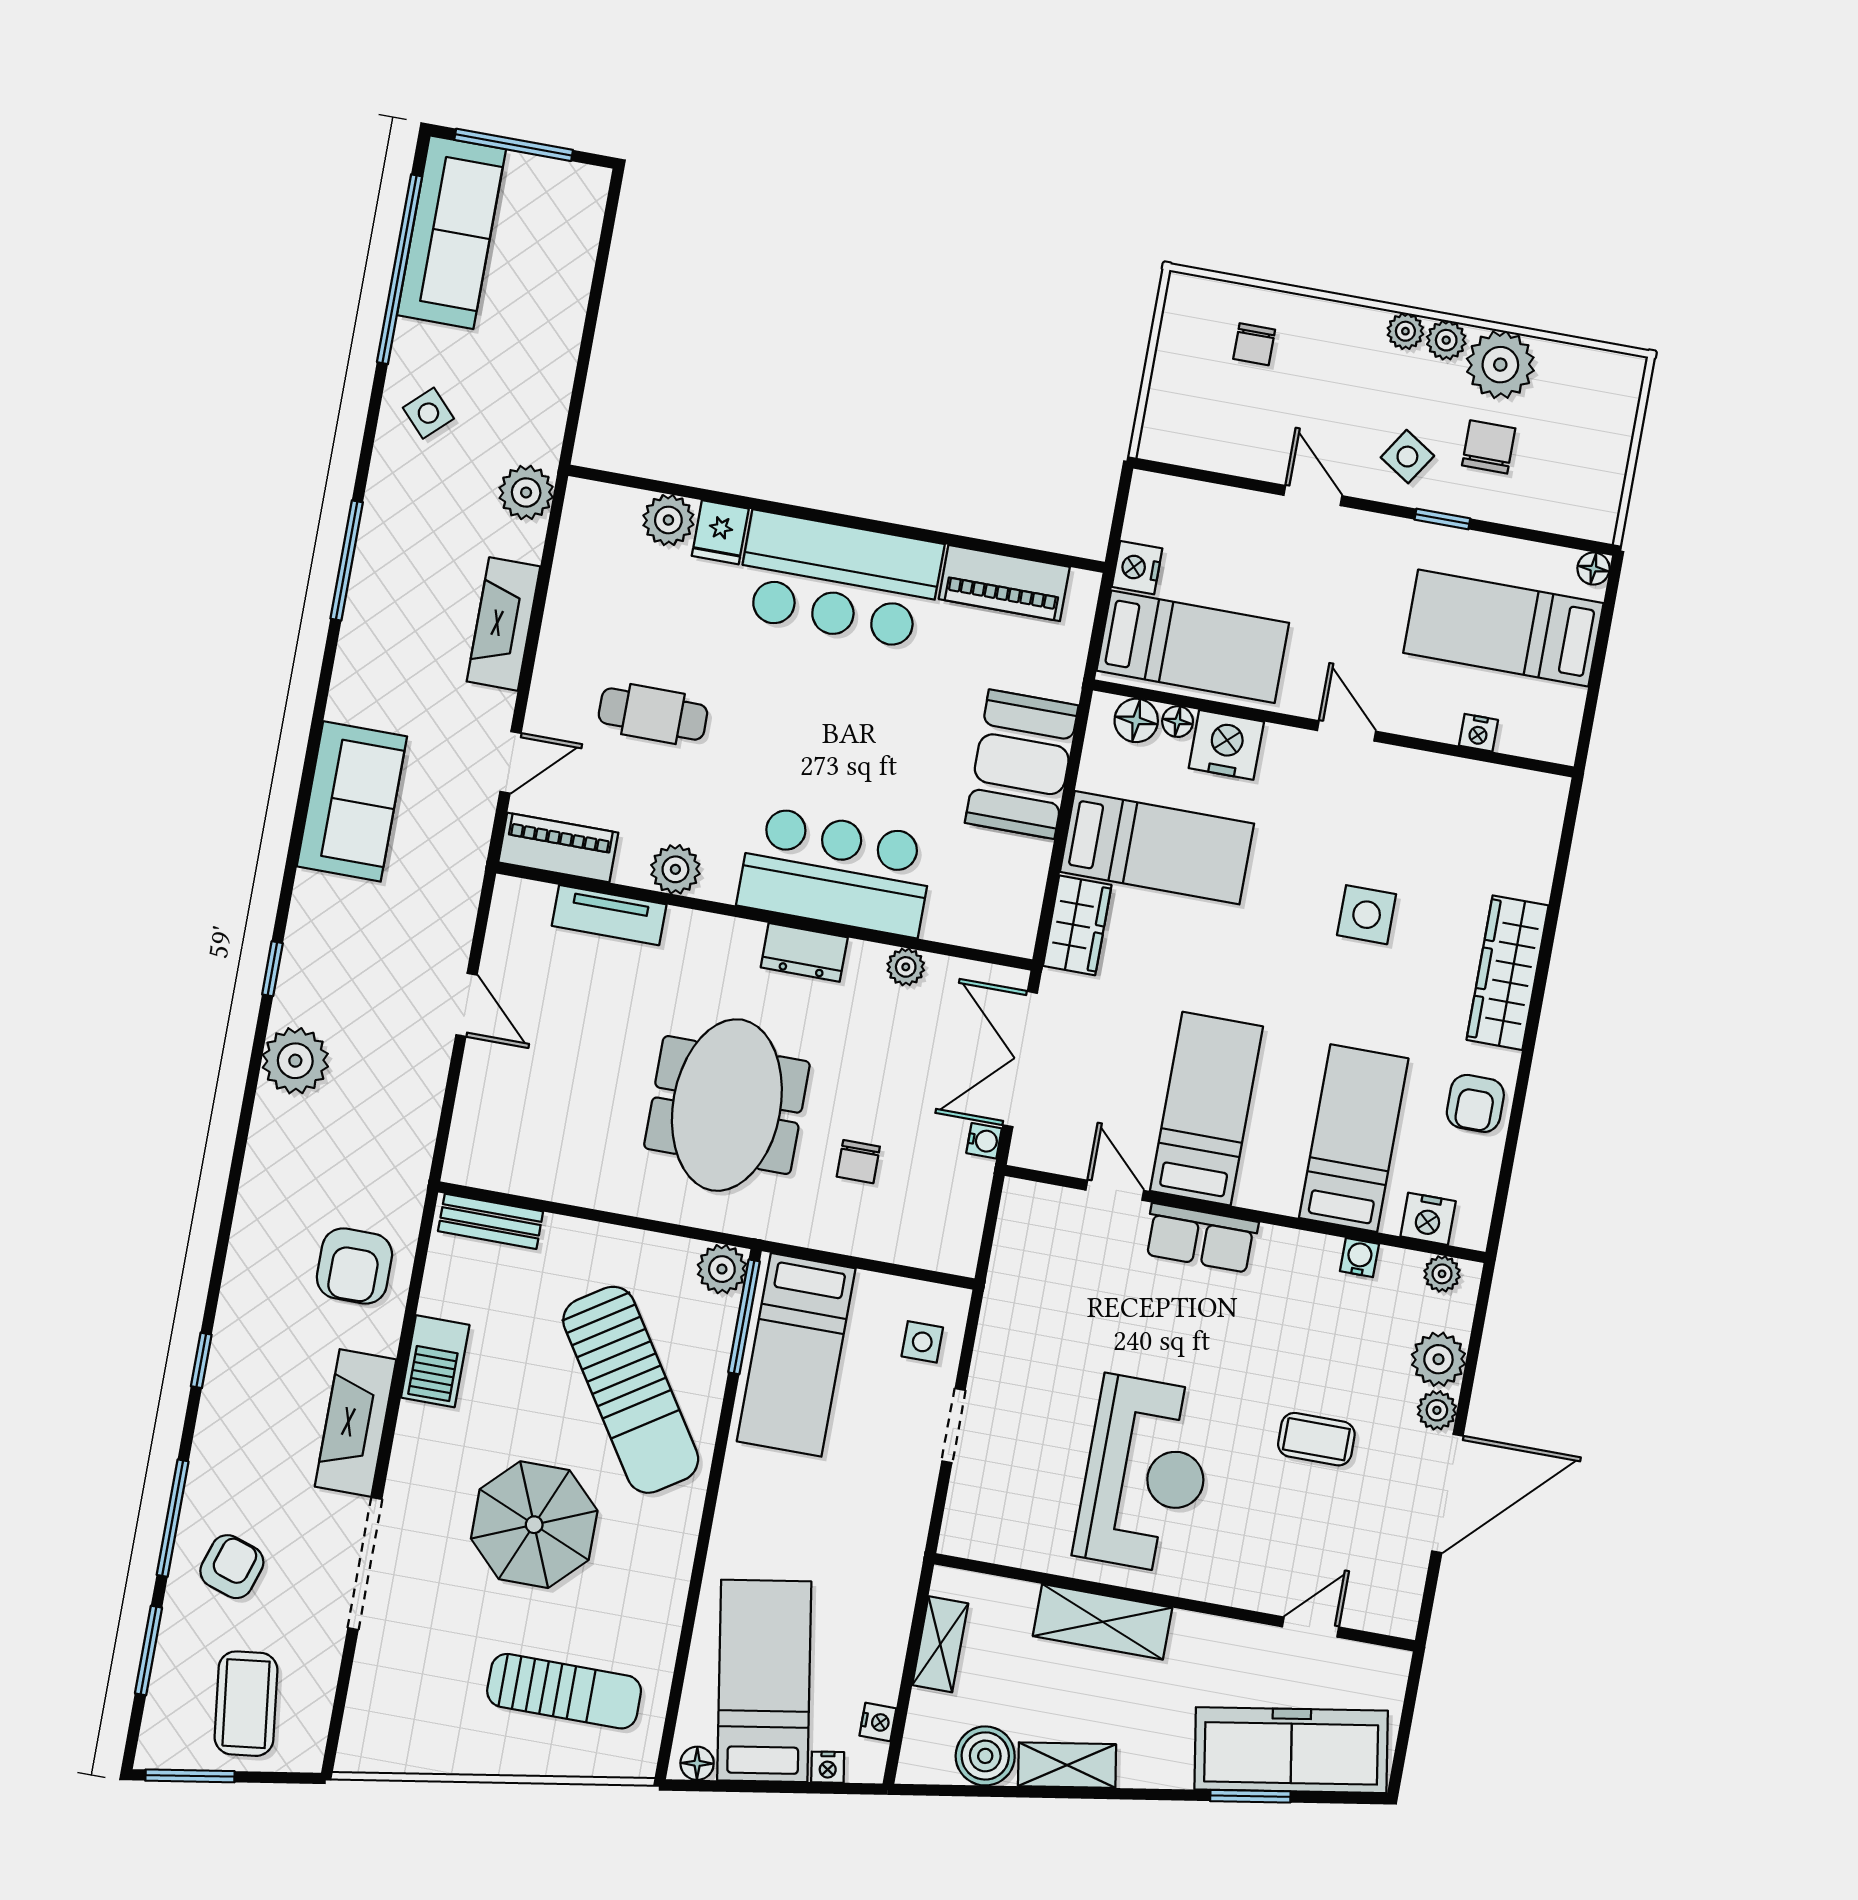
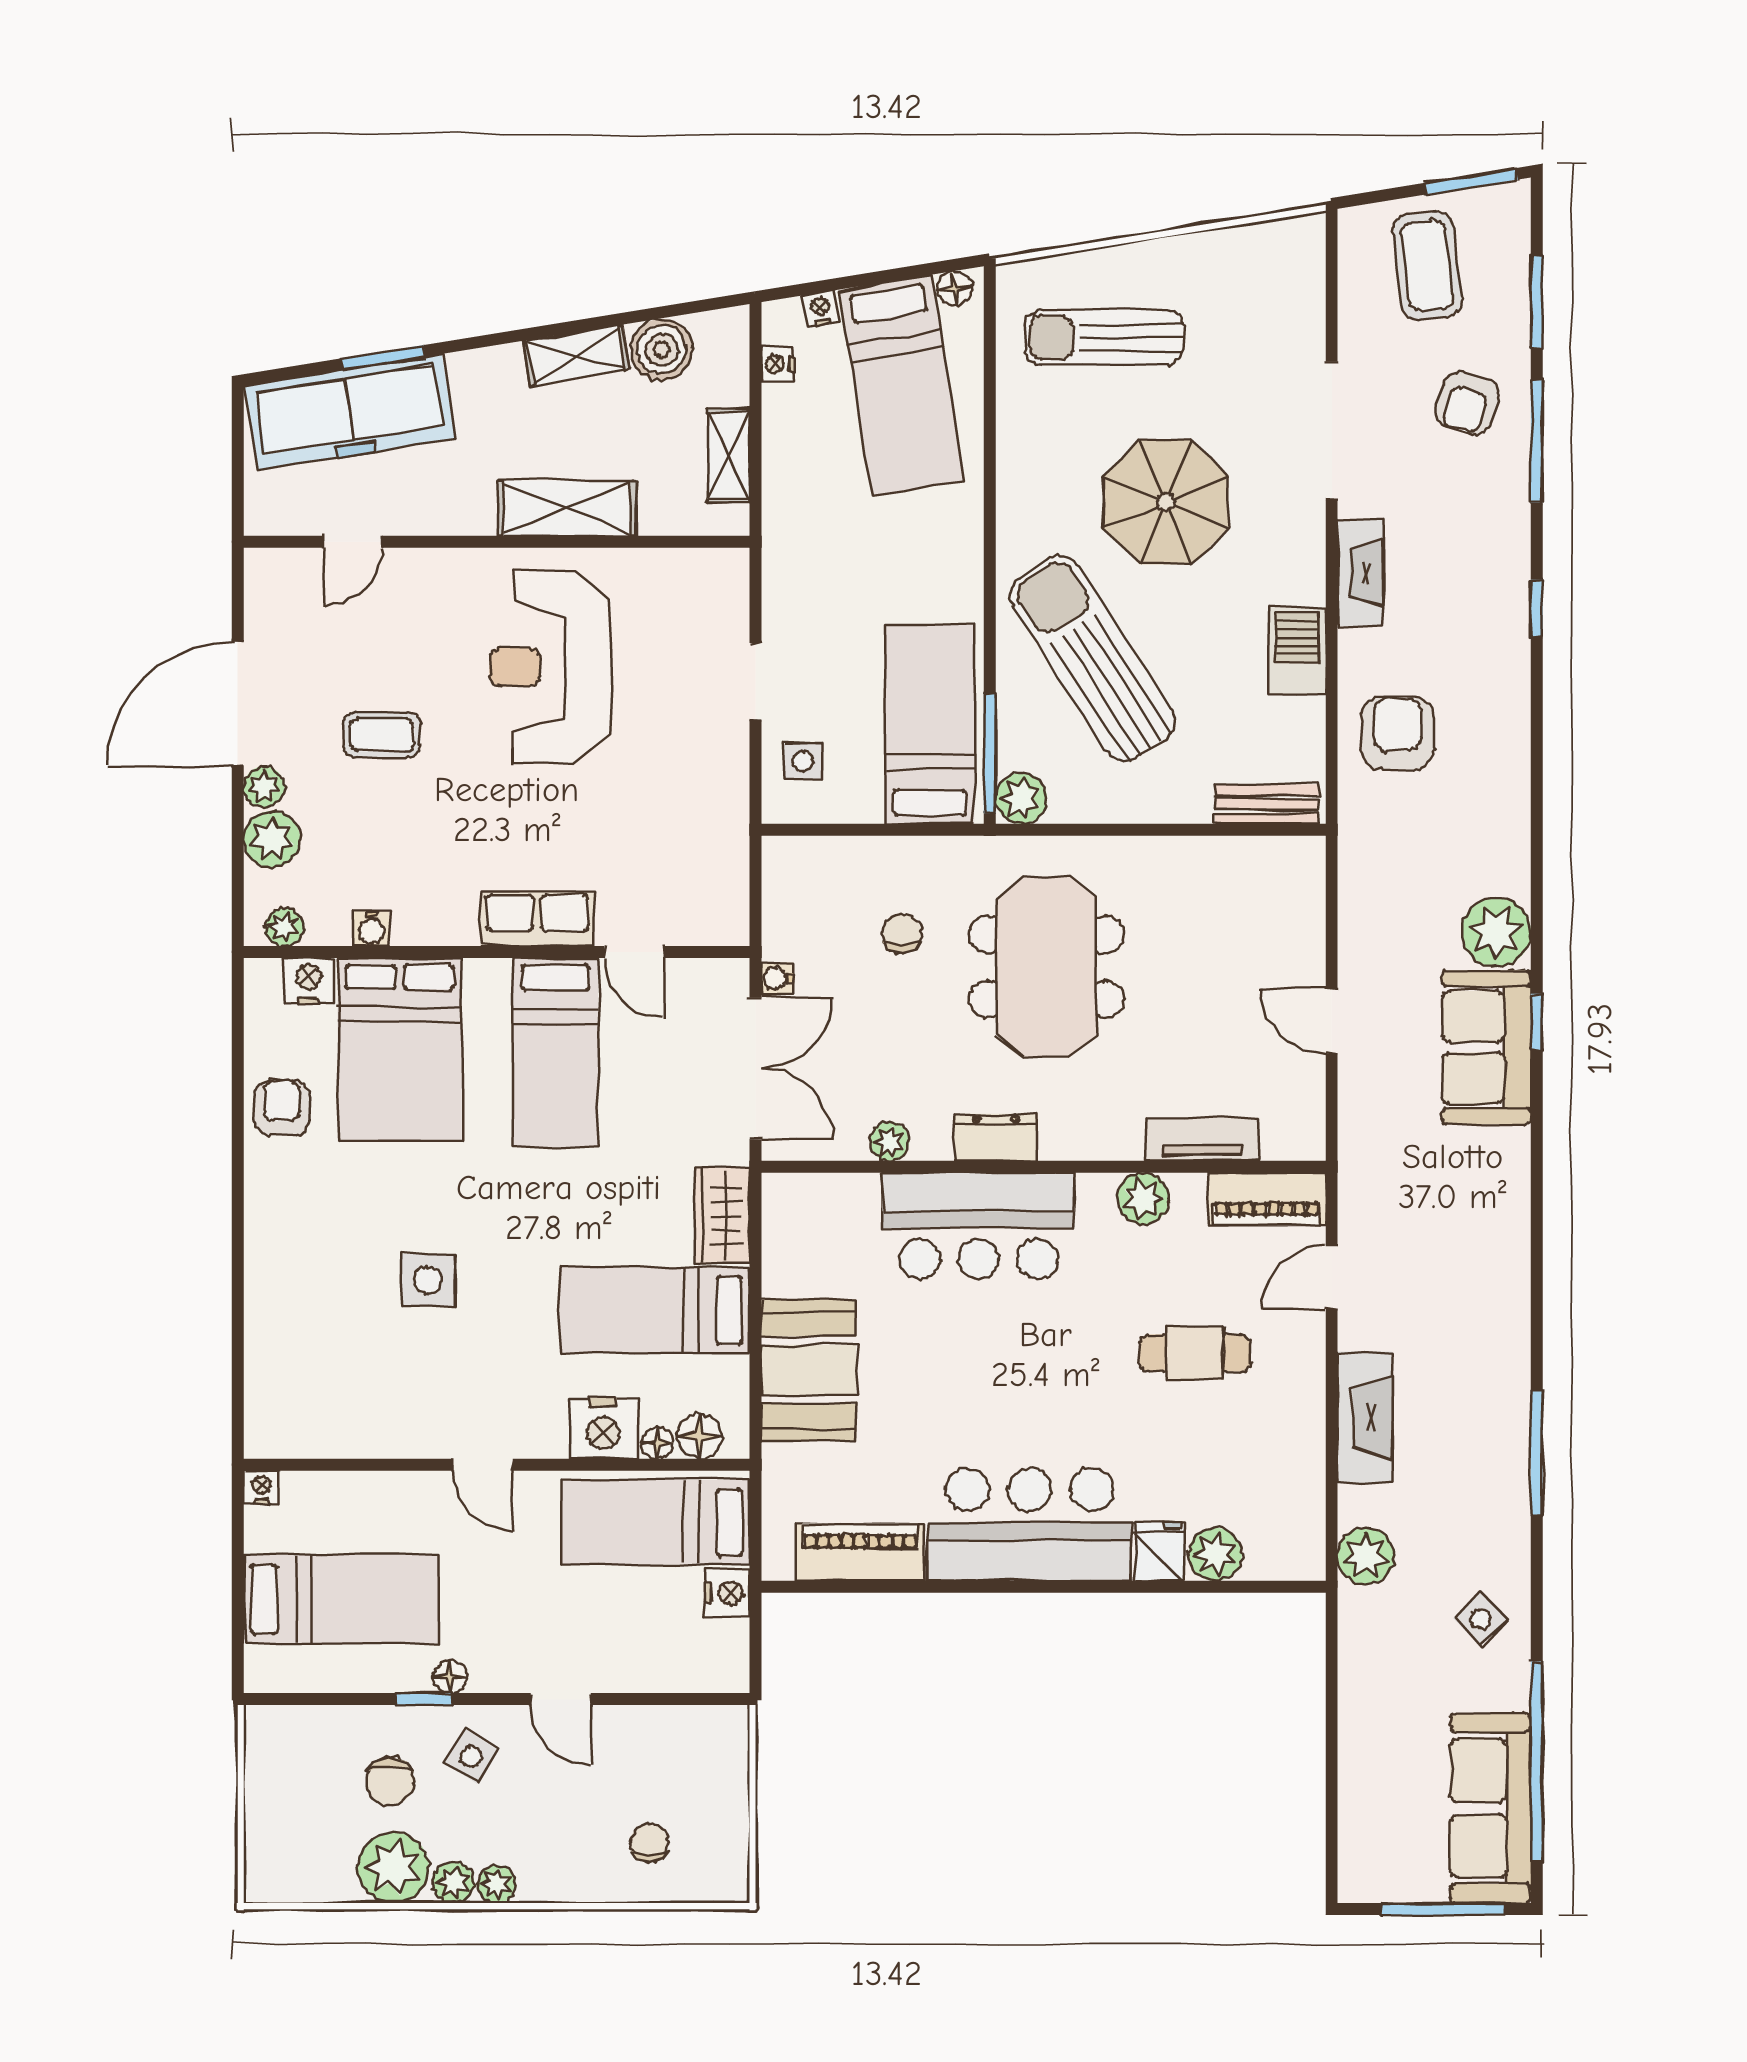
floor lamp: (1593, 569) -> (450, 1677), moved
nightstand: (1478, 733) -> (261, 1487), moved
sofa: (352, 801) -> (1487, 1047), moved
wardrobe: (1507, 973) -> (273, 1247), removed
bed: (1354, 1138) -> (400, 1050), width x1.50
fireplace: (355, 1423) -> (1360, 573), width x0.73, depth x0.76

